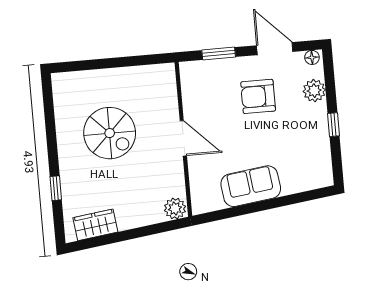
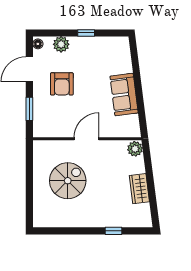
spiral stairs: (110, 133) -> (68, 181), moved
wardrobe: (95, 225) -> (139, 189), moved

